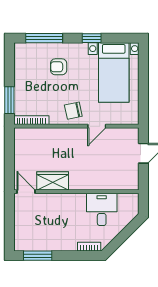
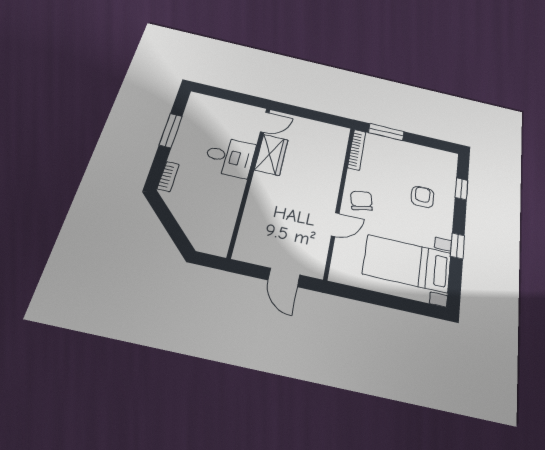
window: (44, 38) -> (461, 189), width x0.46
door: (97, 126) -> (335, 225), swing flipped
desk: (102, 209) -> (230, 157), moved
window: (38, 256) -> (171, 131), moved

